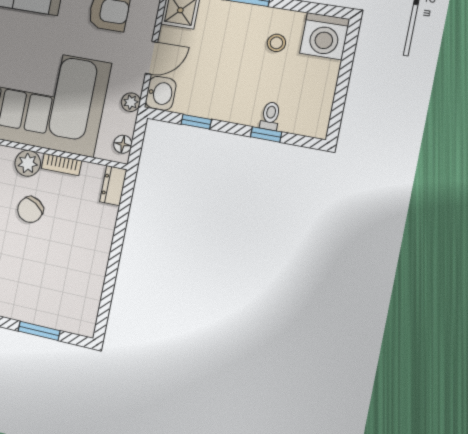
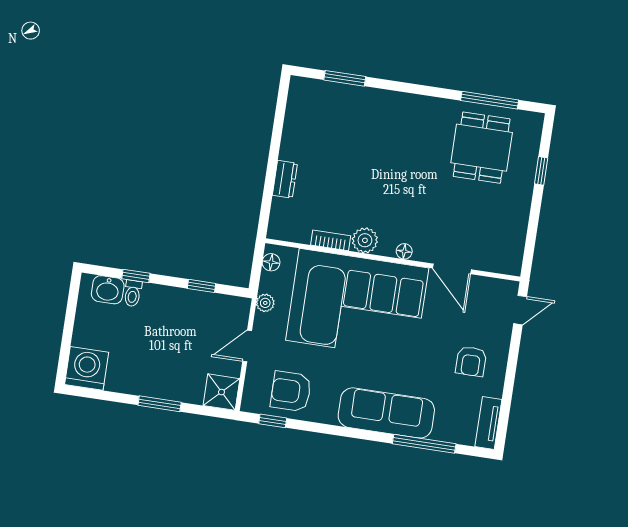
stool: (276, 43) -> (130, 362), removed
washbasin: (161, 93) -> (108, 290), moved, turned -90
dresser: (113, 186) -> (285, 179), moved
chair: (30, 210) -> (360, 195), removed

